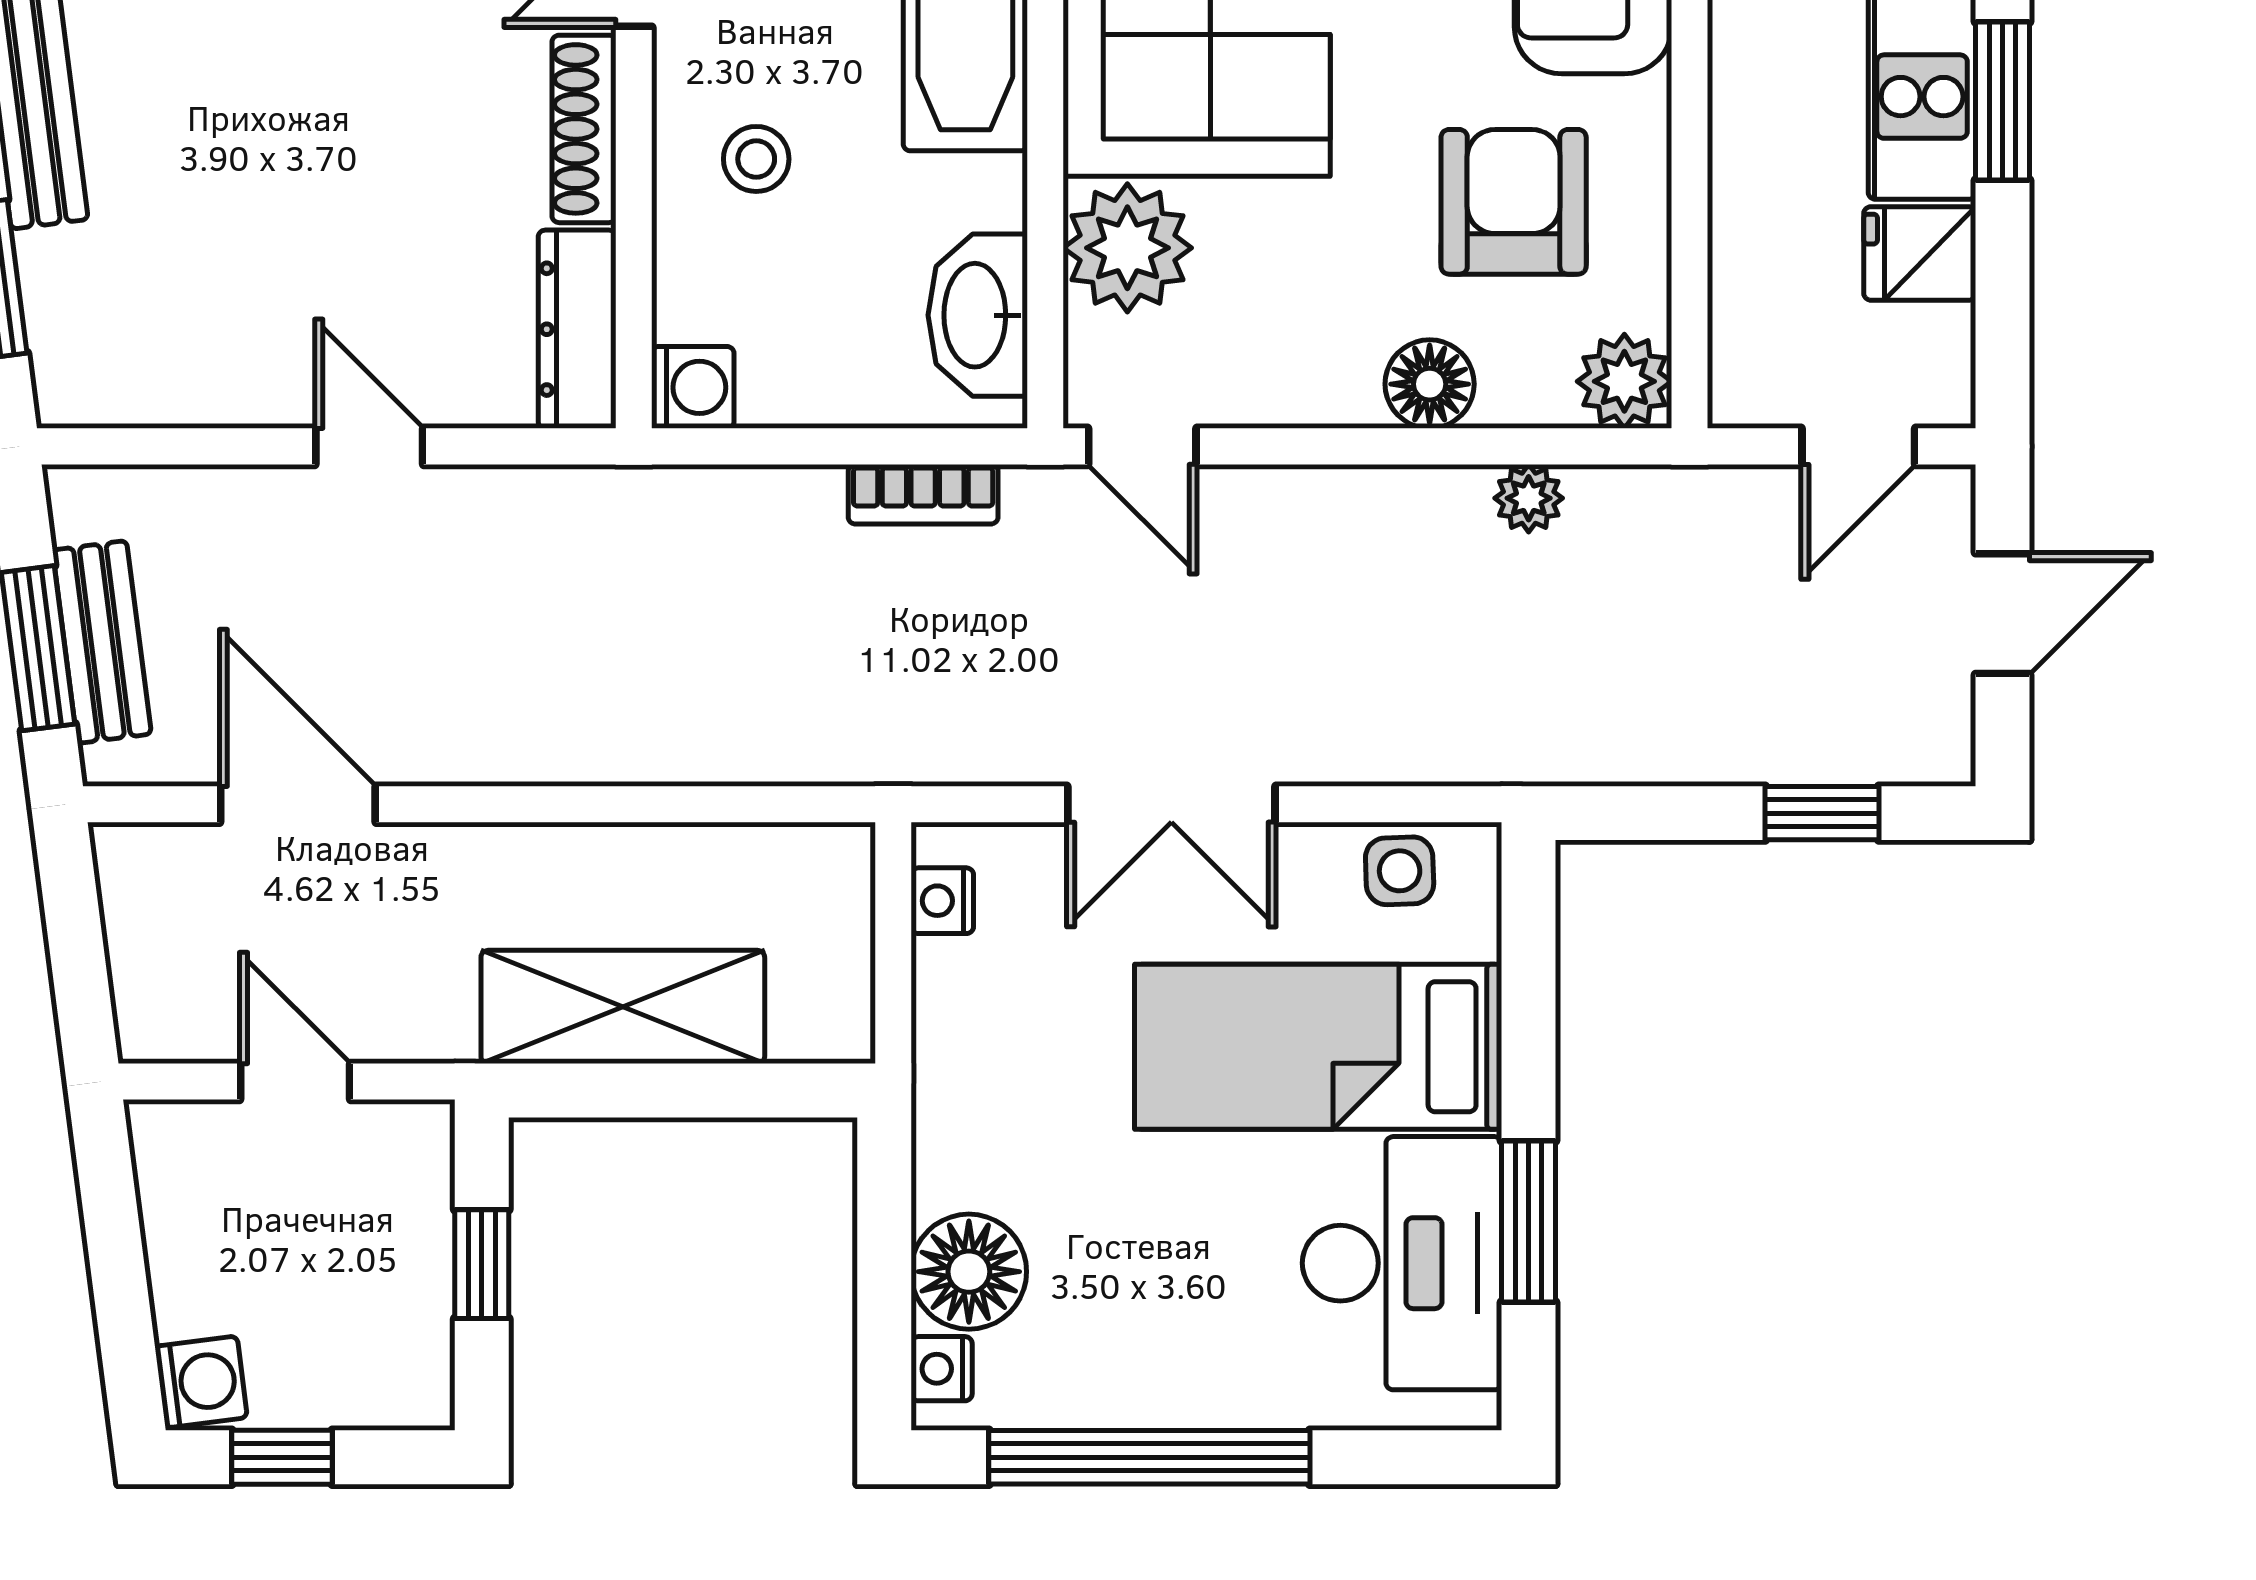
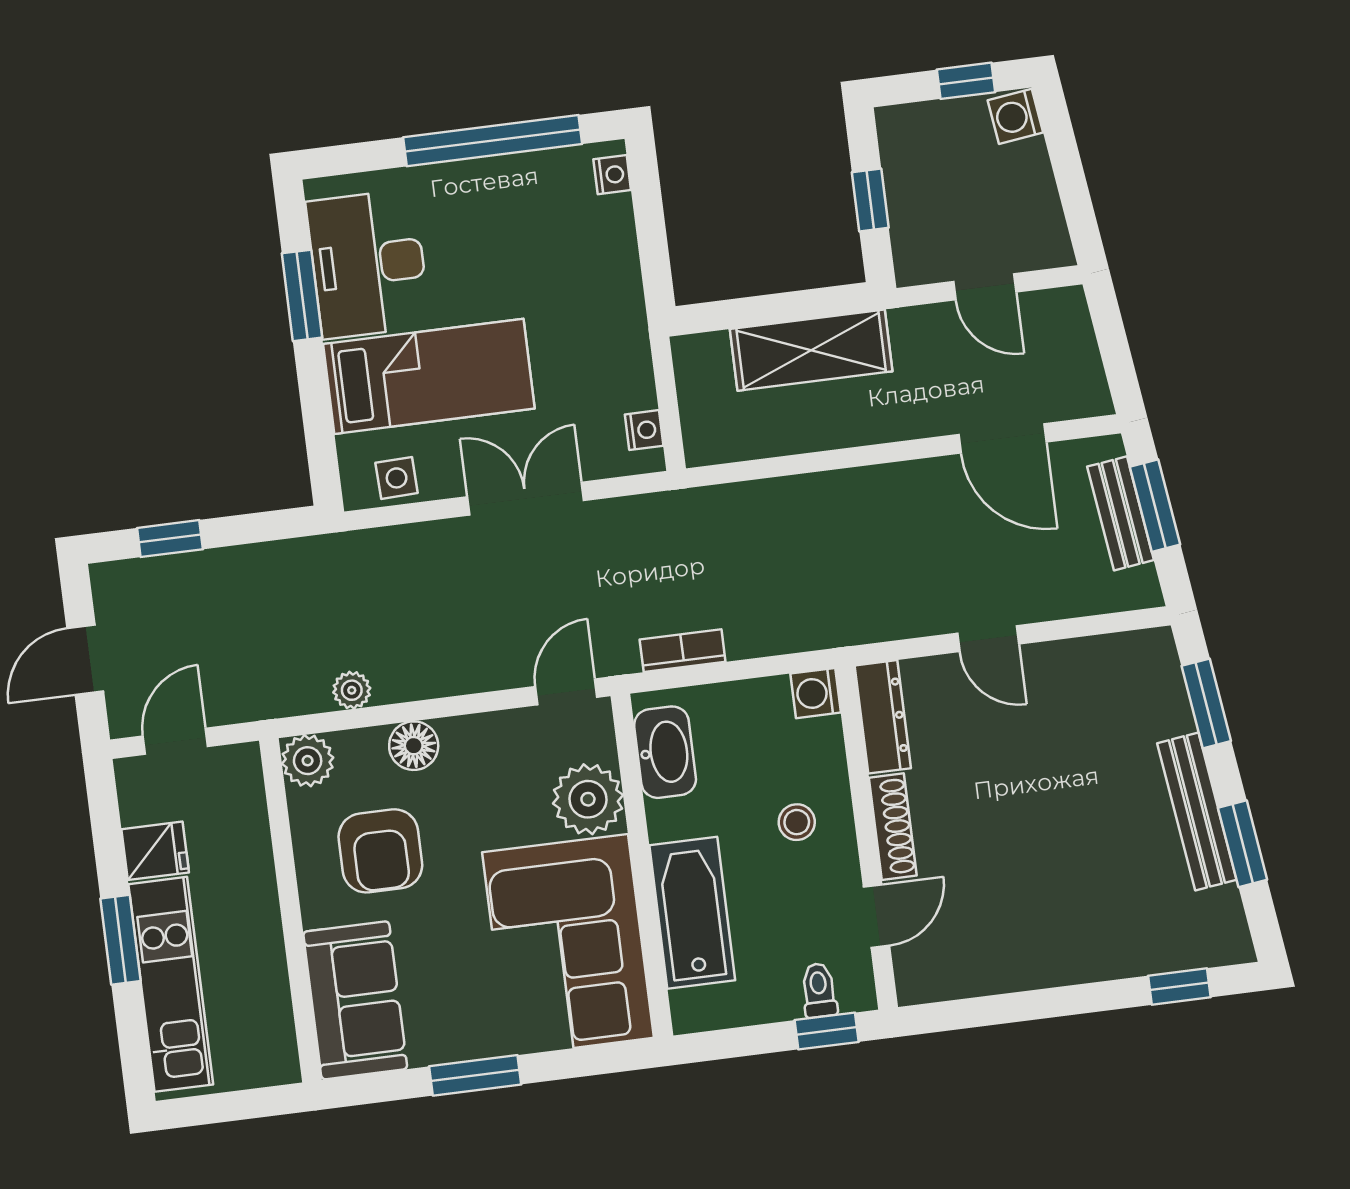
door: (1142, 446) -> (566, 692), hinge flipped
floor lamp: (969, 1272) -> (604, 229), removed

